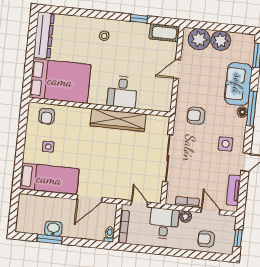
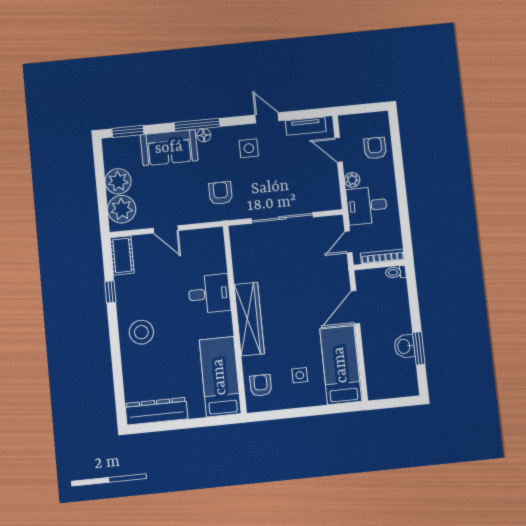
stool: (104, 36) -> (141, 332), width x1.89, depth x1.89
bed: (60, 81) -> (220, 377), width x0.67
armchair: (47, 116) -> (261, 385), turned -90
armchair: (196, 116) -> (221, 193), turned 180
wardrobe: (118, 120) -> (249, 319), moved
door: (90, 198) -> (355, 307), swing flipped
bookcase: (187, 202) -> (333, 181), removed
door: (210, 211) -> (339, 150), hinge flipped
window: (238, 238) -> (365, 108), removed
armchair: (206, 239) -> (375, 148), turned 180

